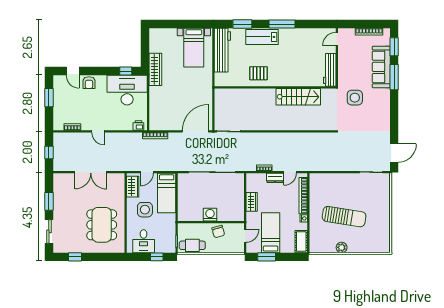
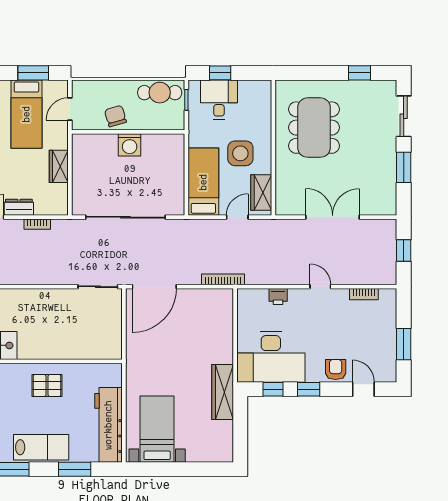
window: (105, 71) -> (309, 389), added
printer: (138, 125) -> (278, 297), moved
desk: (144, 241) -> (219, 100), moved

